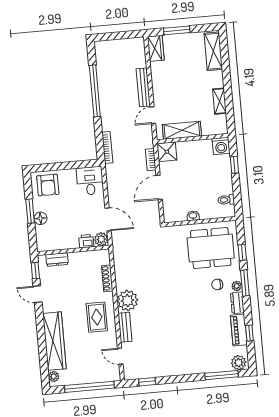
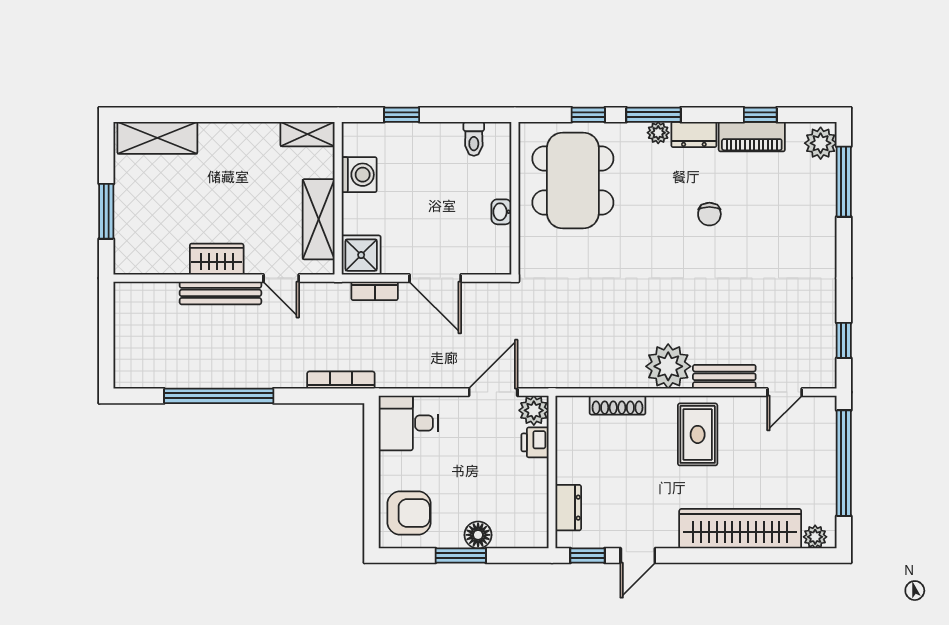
wardrobe: (156, 48) -> (217, 259), moved
shelving: (220, 101) -> (307, 134), moved
washing machine: (221, 146) -> (359, 175), moved
chair: (217, 284) -> (709, 214), moved
rug: (97, 317) -> (698, 434), turned 90

